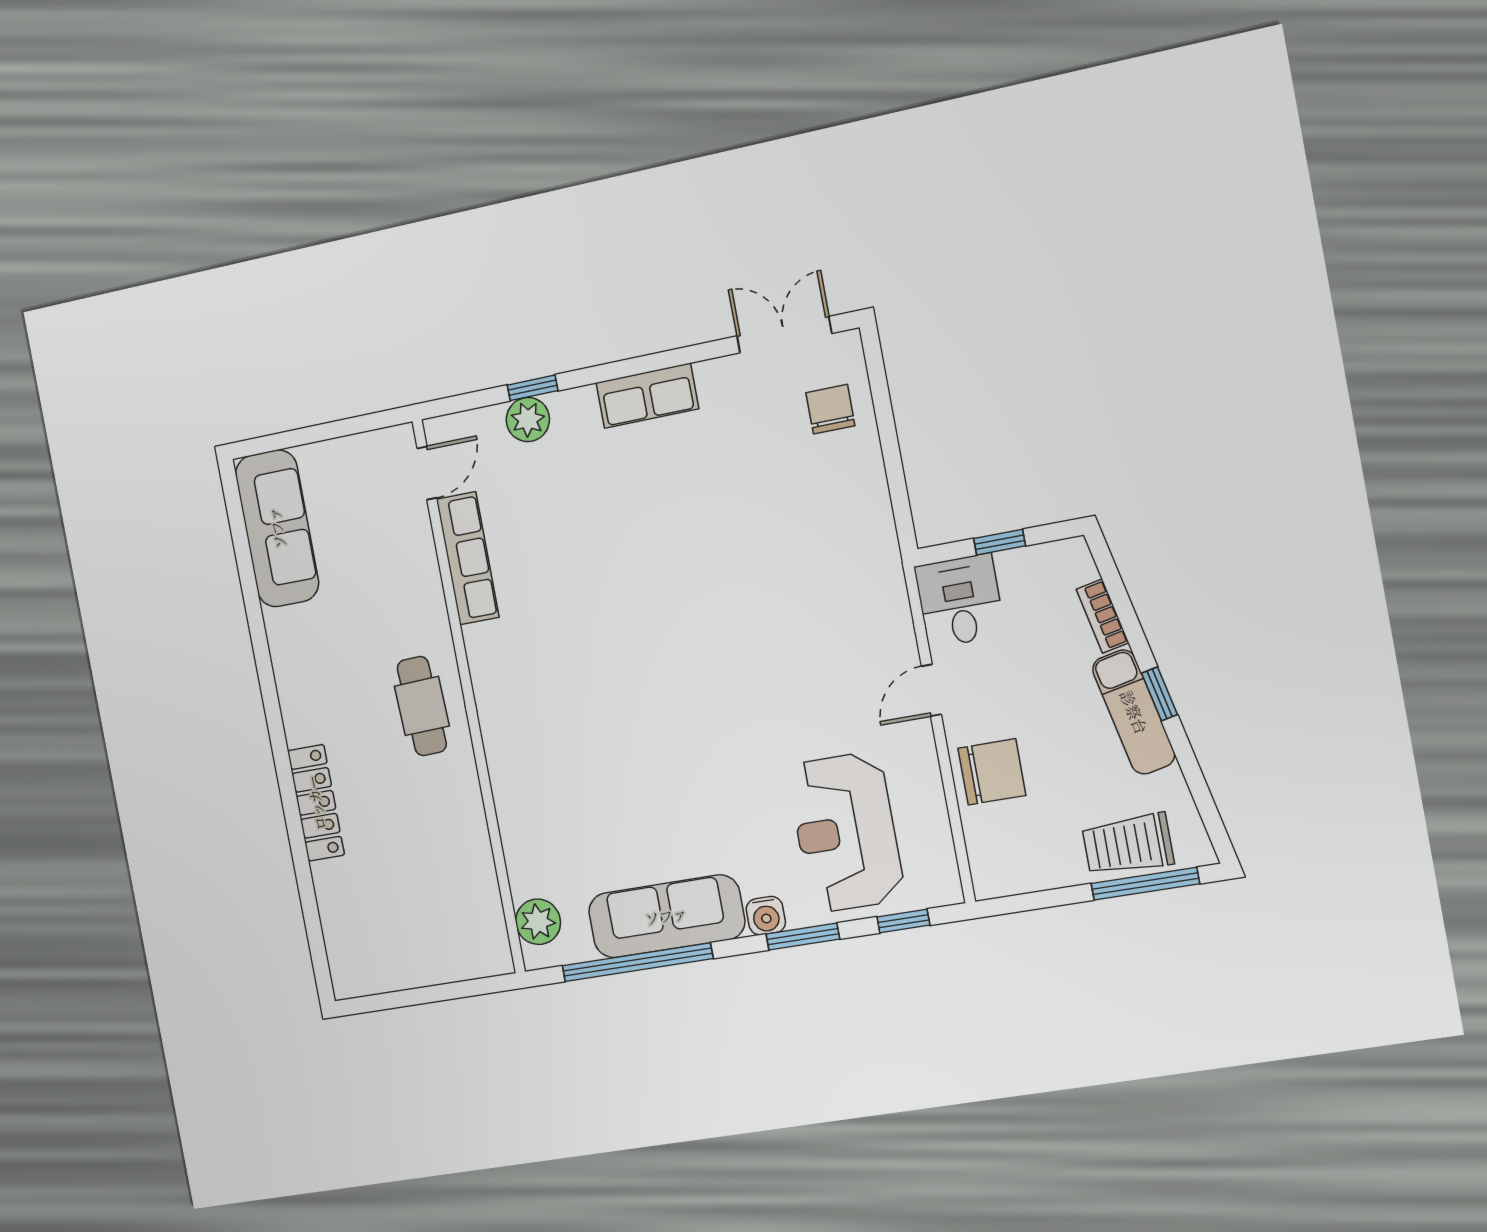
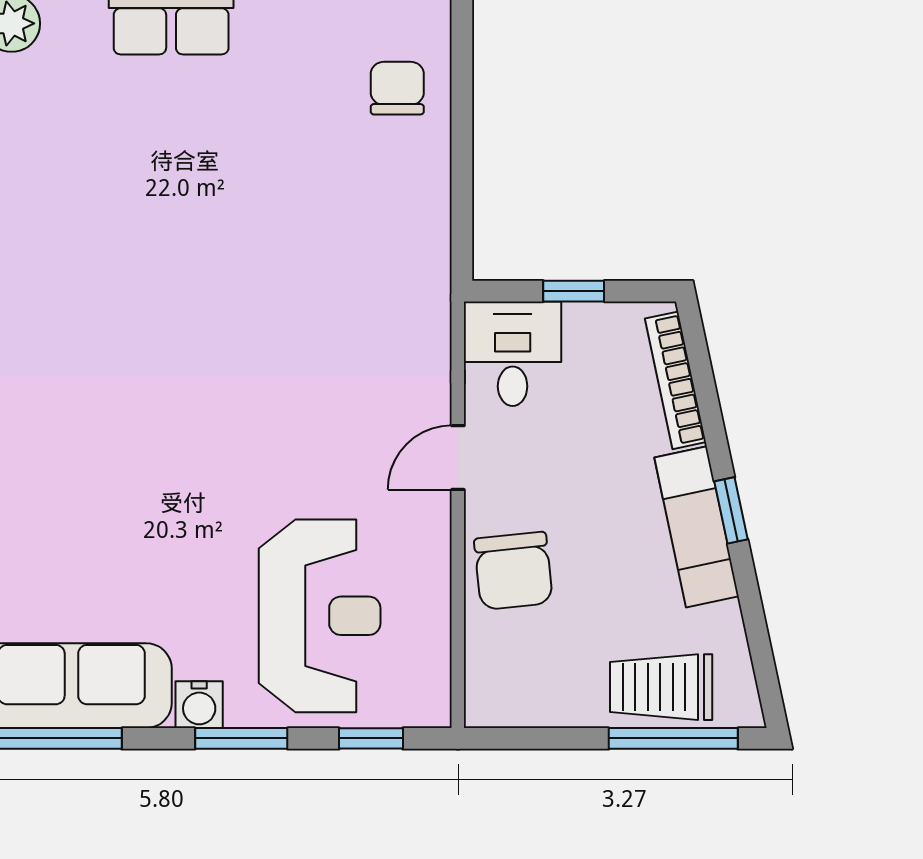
bookcase: (1102, 616) -> (675, 380), width x1.56
chair: (992, 772) -> (513, 571), turned 84
reception desk: (846, 832) -> (320, 616), turned 180

